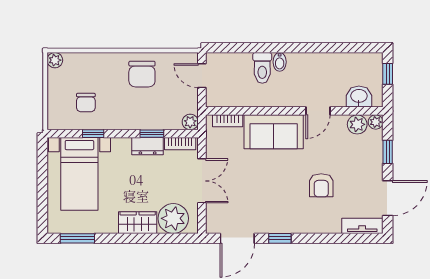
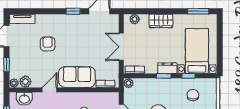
window: (152, 134) -> (164, 76), moved
dresser: (148, 146) -> (167, 68), moved
plant: (173, 218) -> (135, 19), width x0.53, depth x0.53

